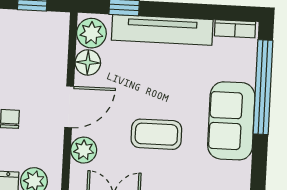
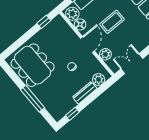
coffee table: (156, 134) -> (112, 22), moved

